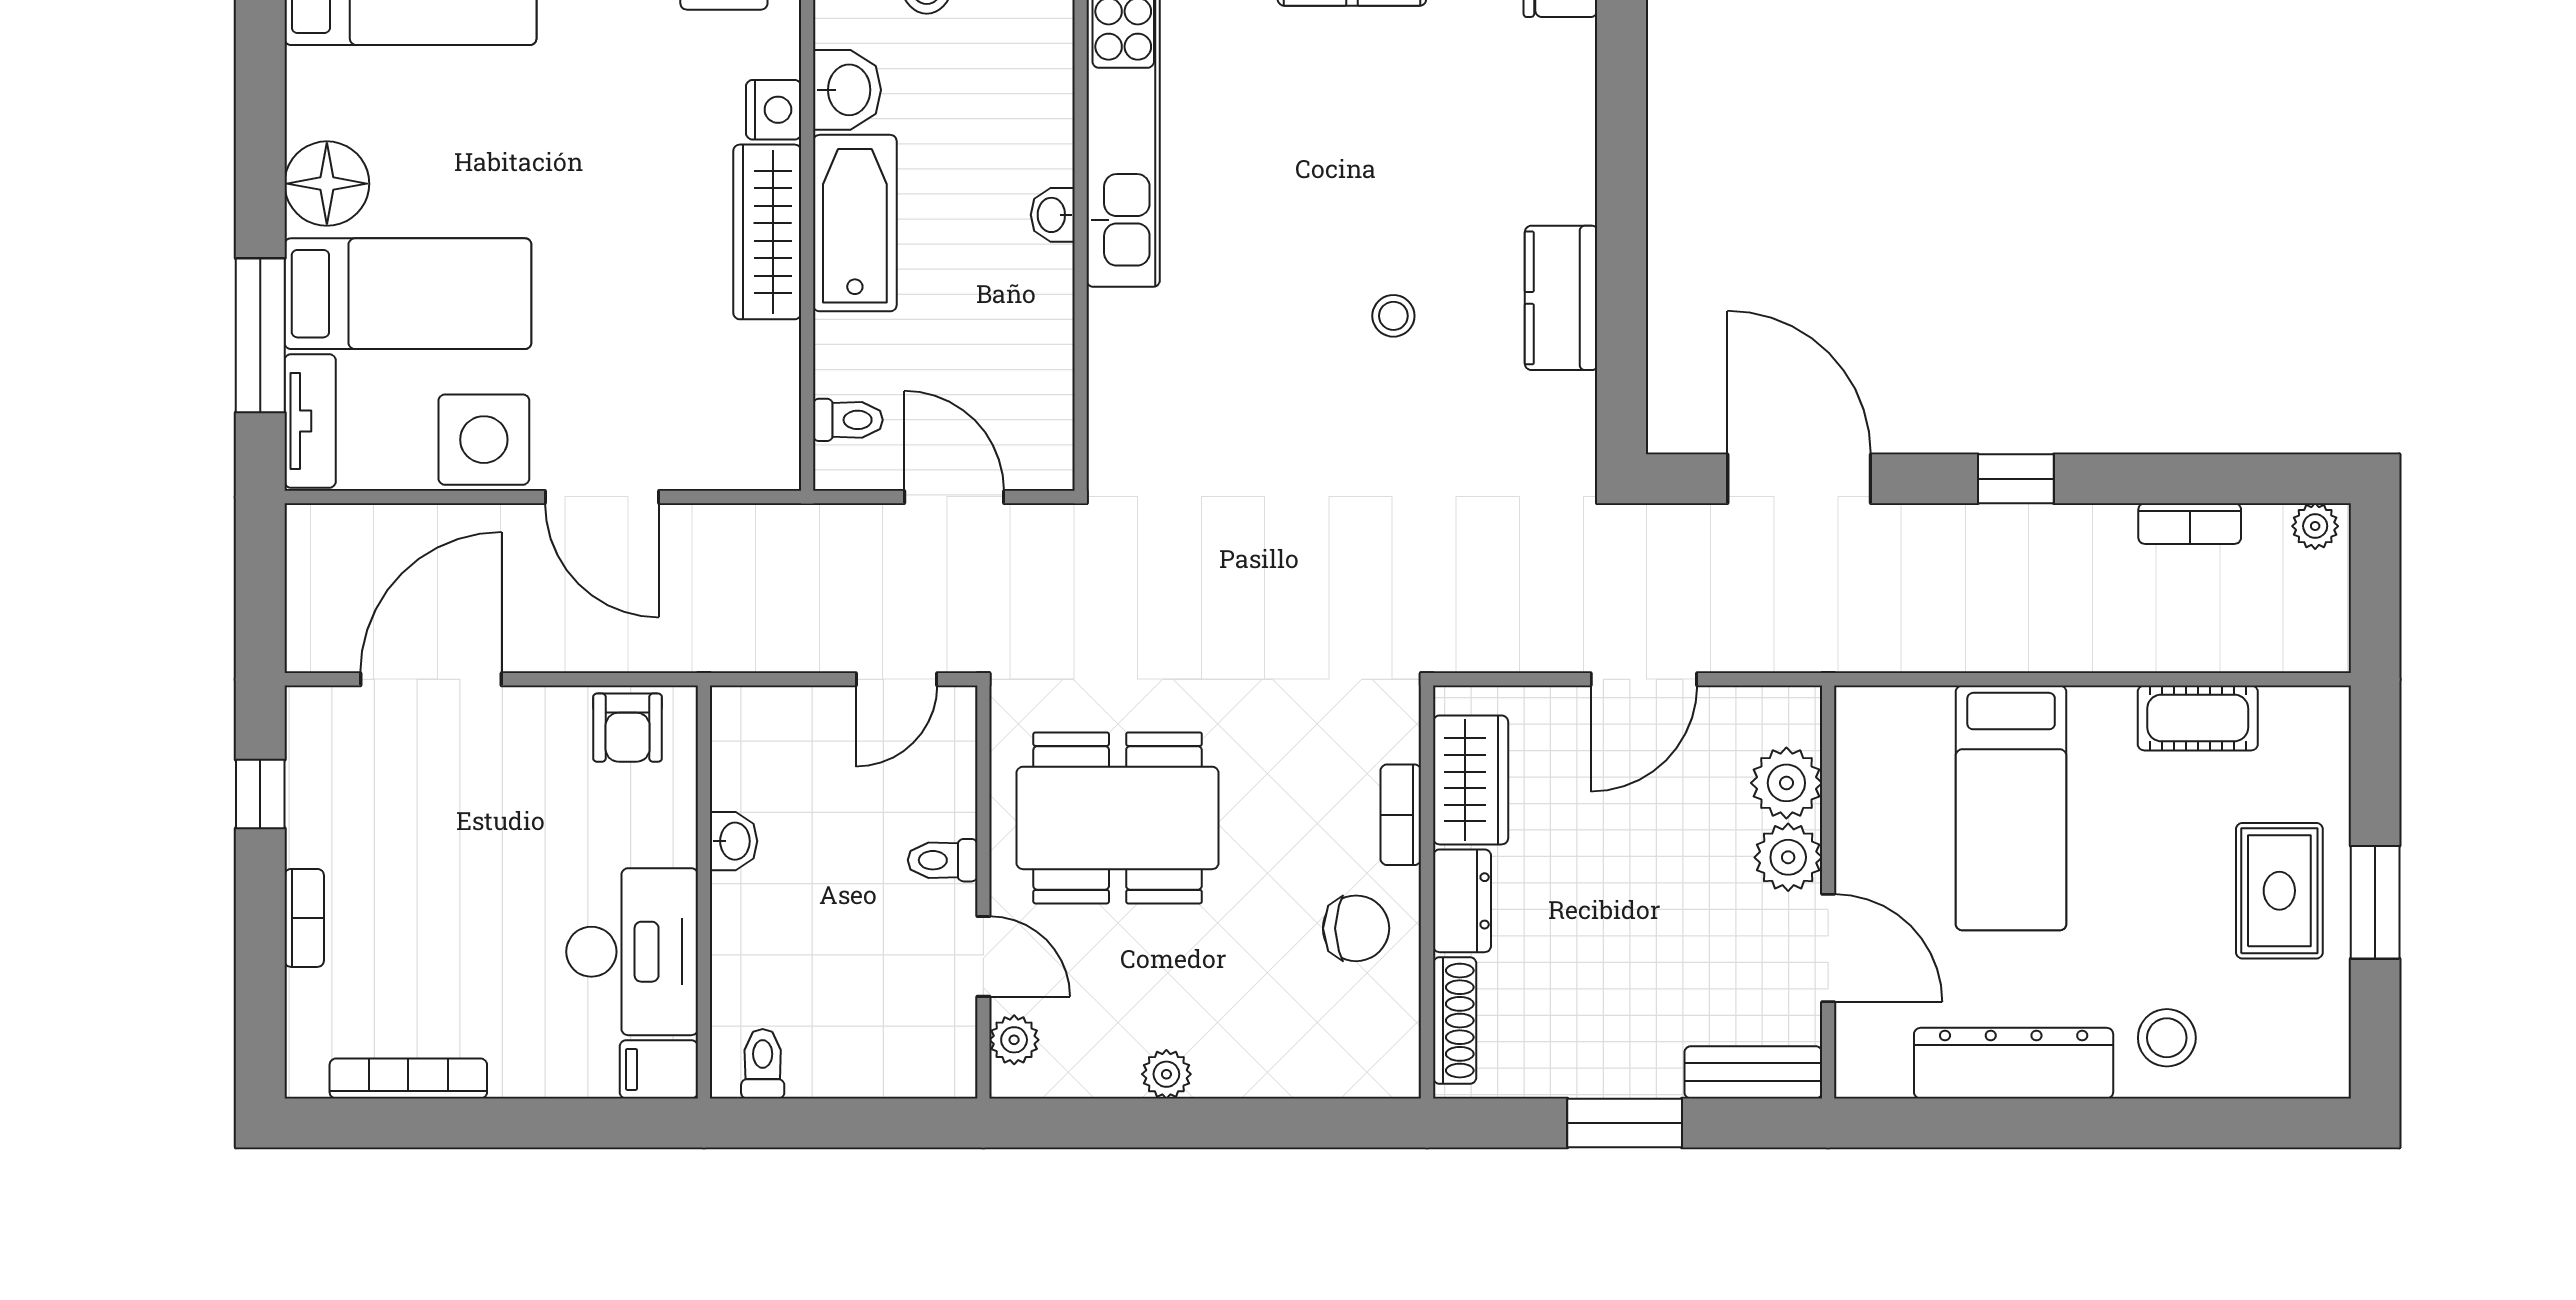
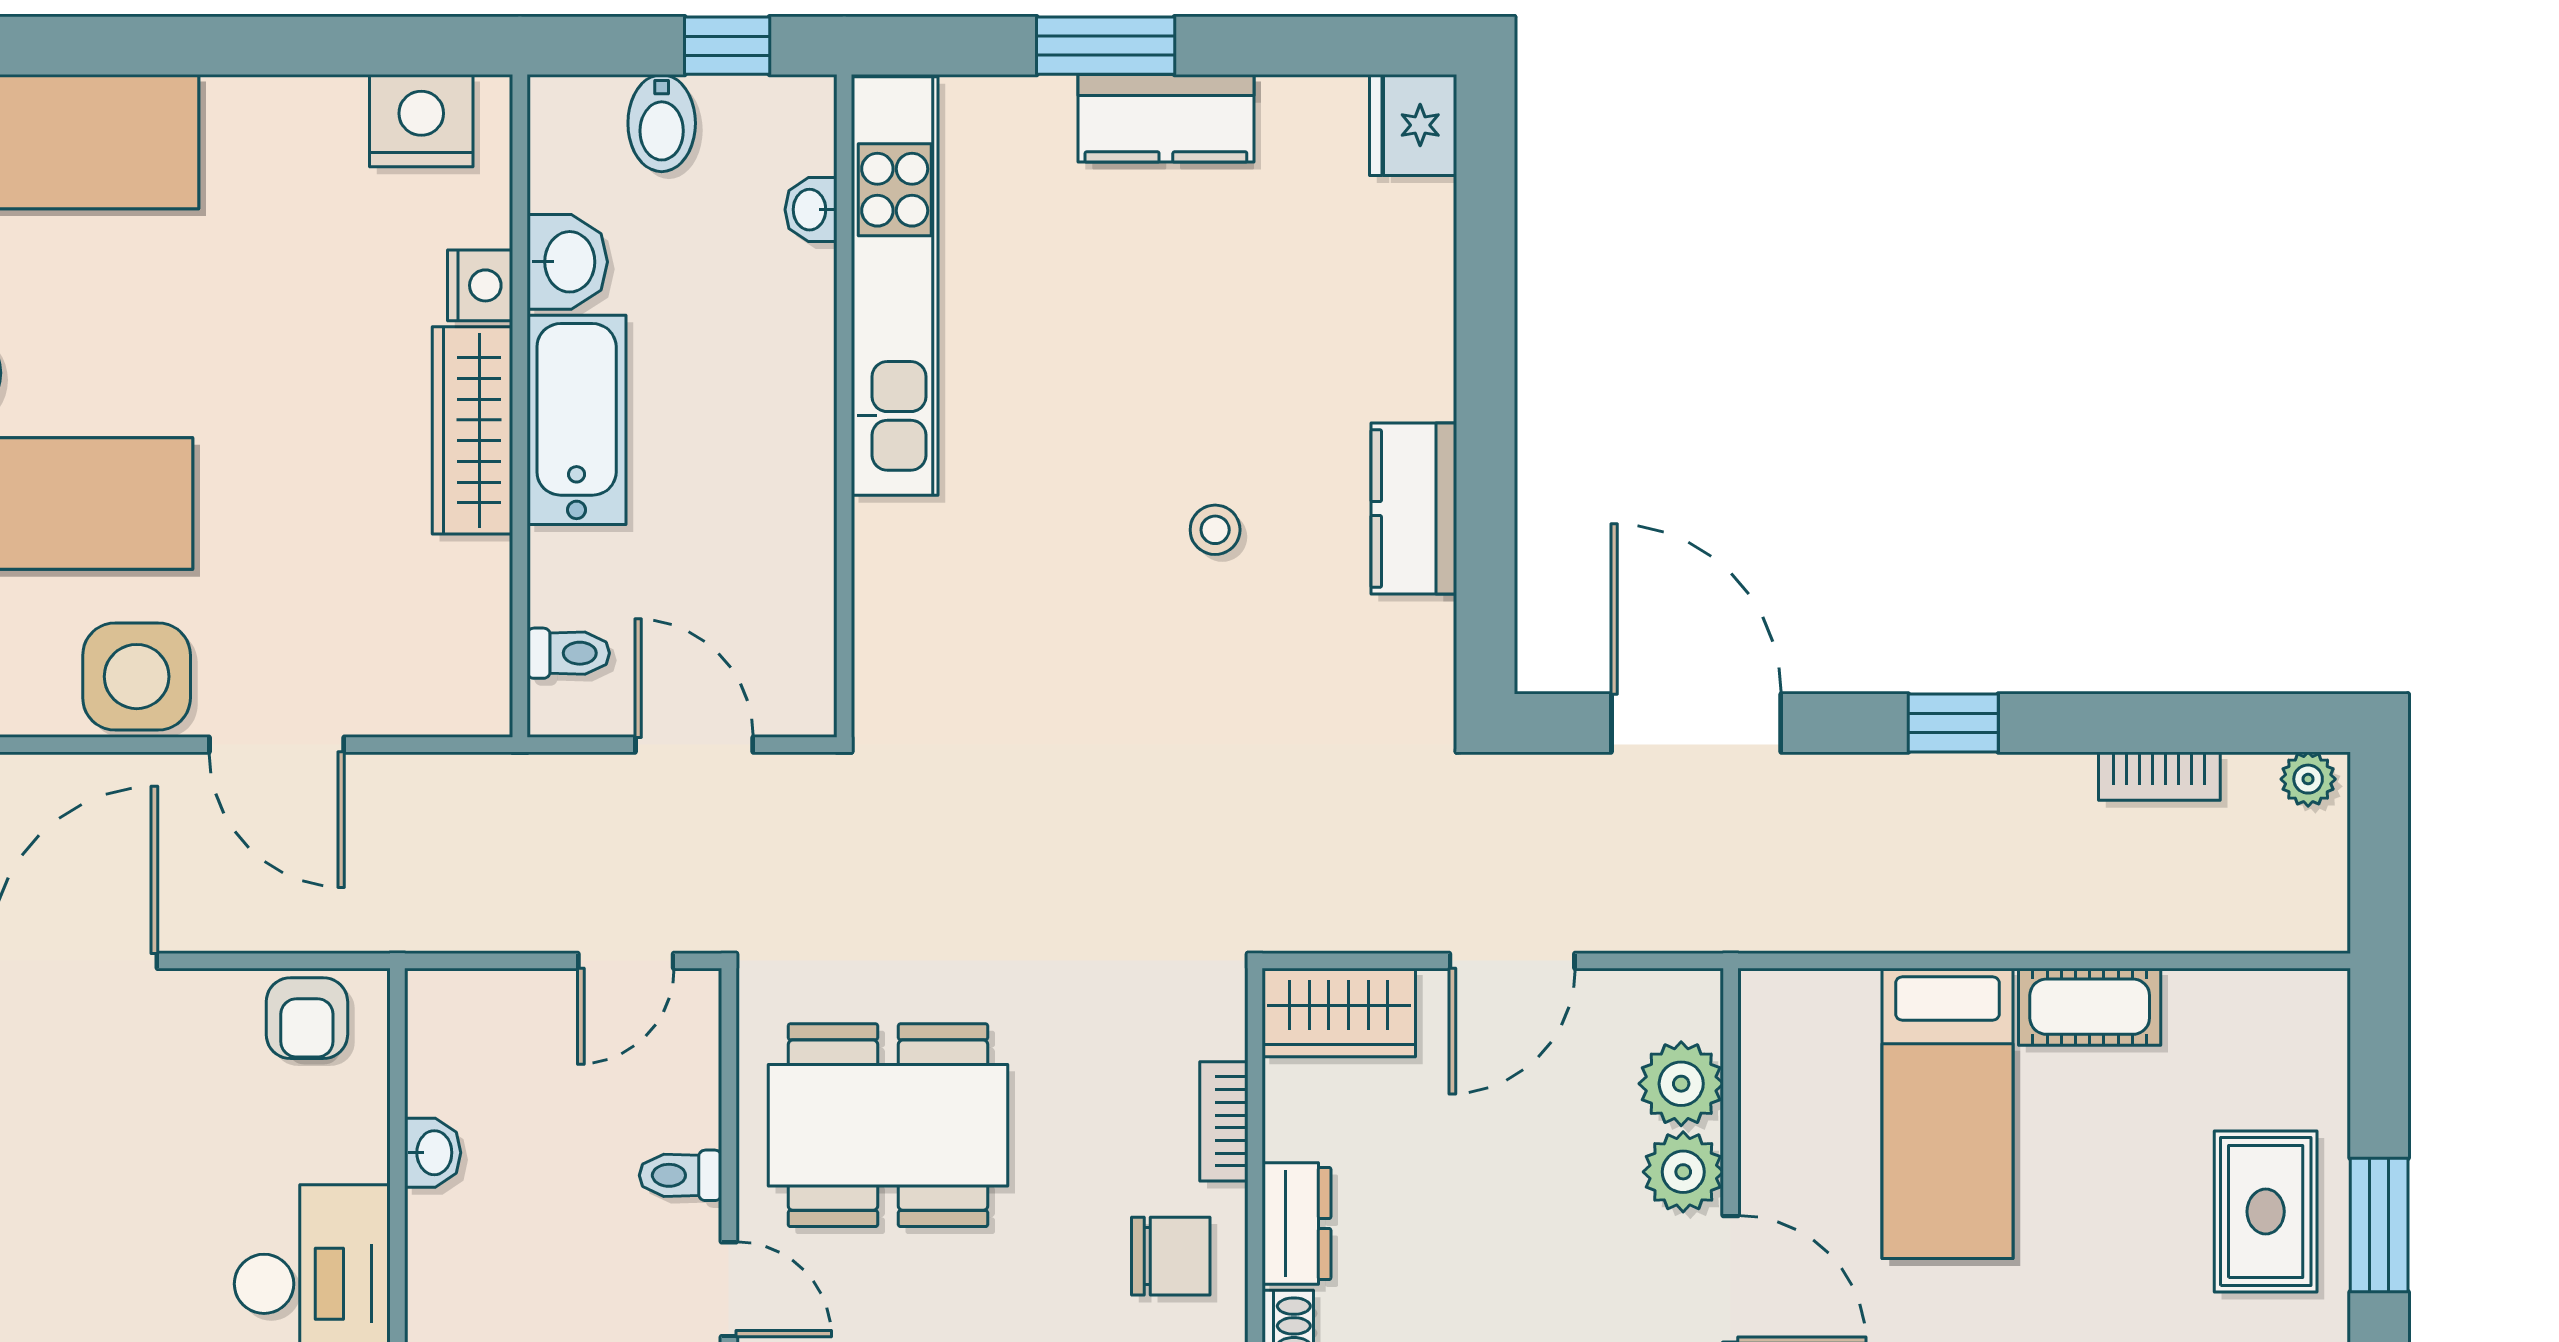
washbasin: (1053, 215) -> (811, 210), moved
cot: (2198, 718) -> (2090, 1007), moved
wardrobe: (1471, 780) -> (1339, 1012), moved, turned 90

